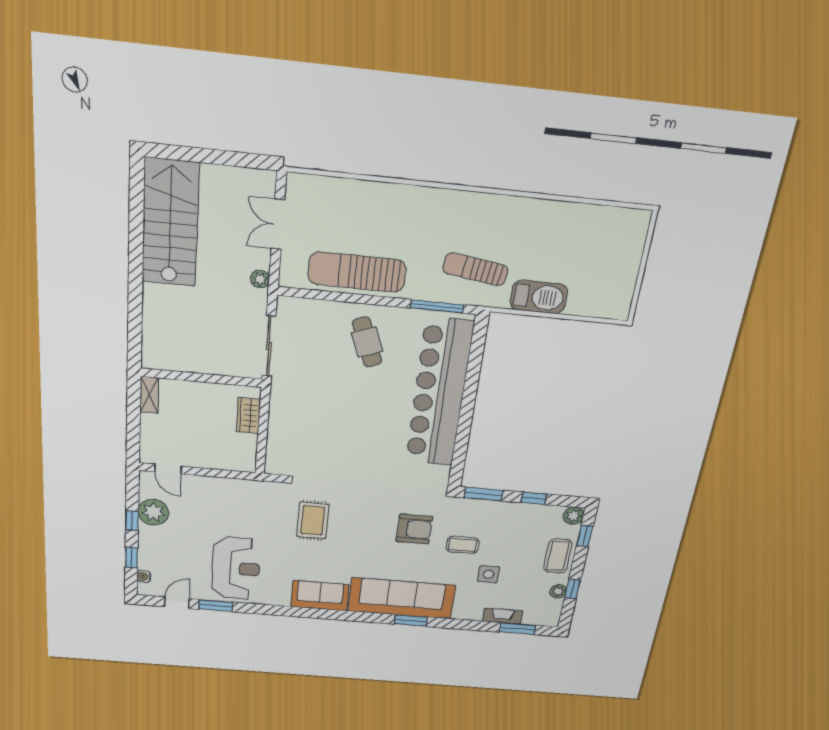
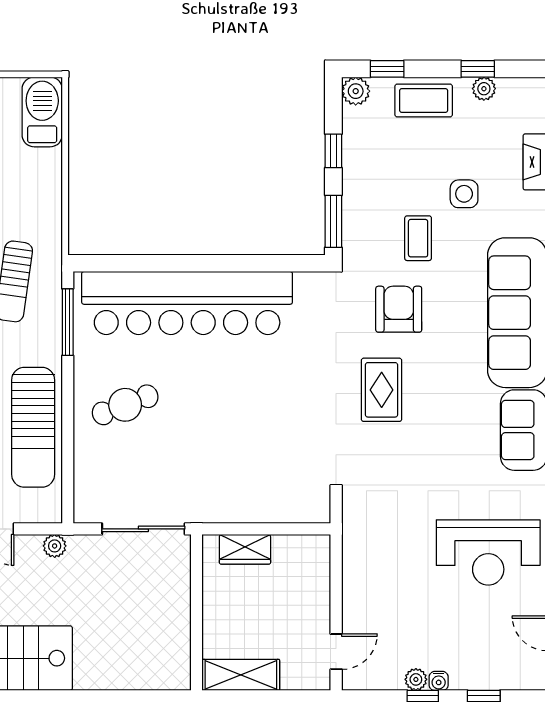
barbecue: (539, 297) -> (42, 112), moved
shelving: (149, 395) -> (241, 675), width x1.50, depth x1.33
plant: (153, 512) -> (416, 679), width x0.53, depth x0.53
rug: (313, 520) -> (382, 390), moved, turned 90
reception desk: (236, 568) -> (488, 552), turned 180
water cooler: (144, 576) -> (439, 681), moved

